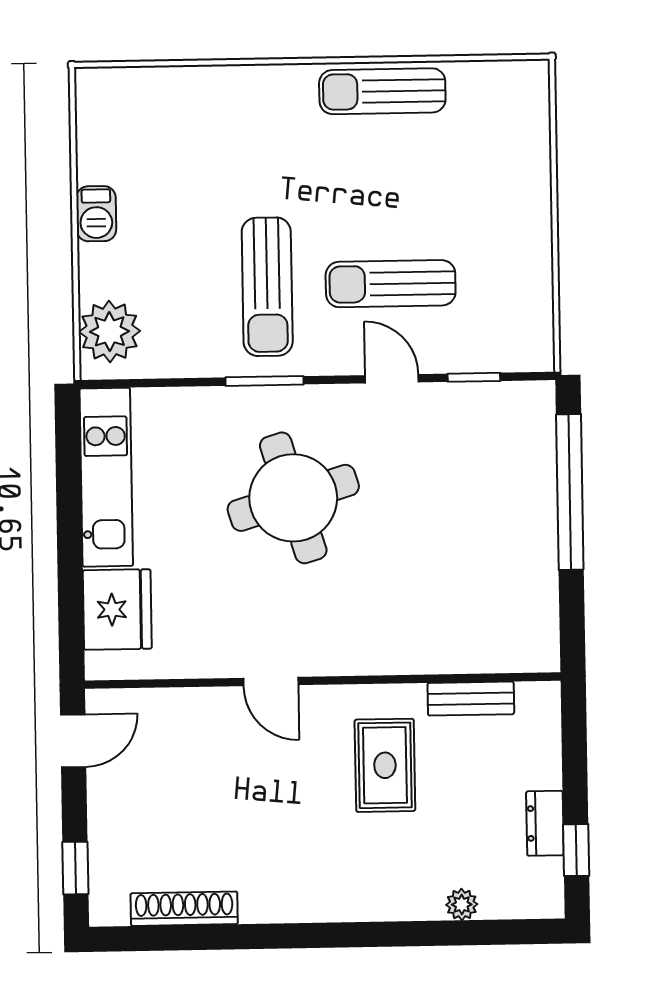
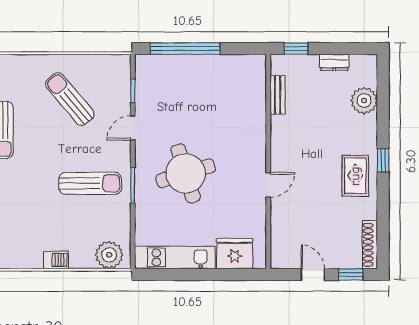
sun lounger: (391, 284) -> (70, 99), moved, turned 140
door: (73, 741) -> (313, 274), moved
rug: (385, 765) -> (355, 176), moved, turned 90
window: (576, 850) -> (296, 49), moved
plant: (462, 904) -> (364, 101), width x1.88, depth x1.88
shoe rack: (184, 909) -> (370, 245), moved
window: (329, 935) -> (383, 160), added

